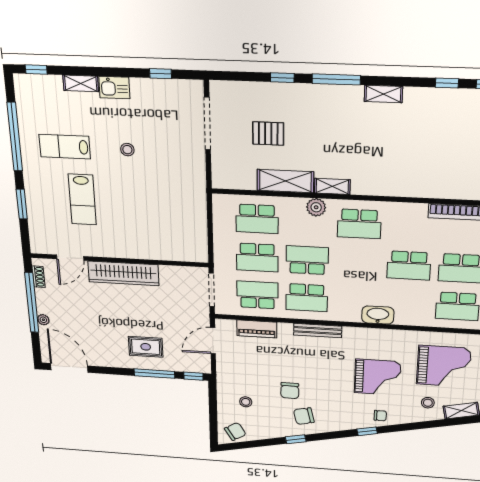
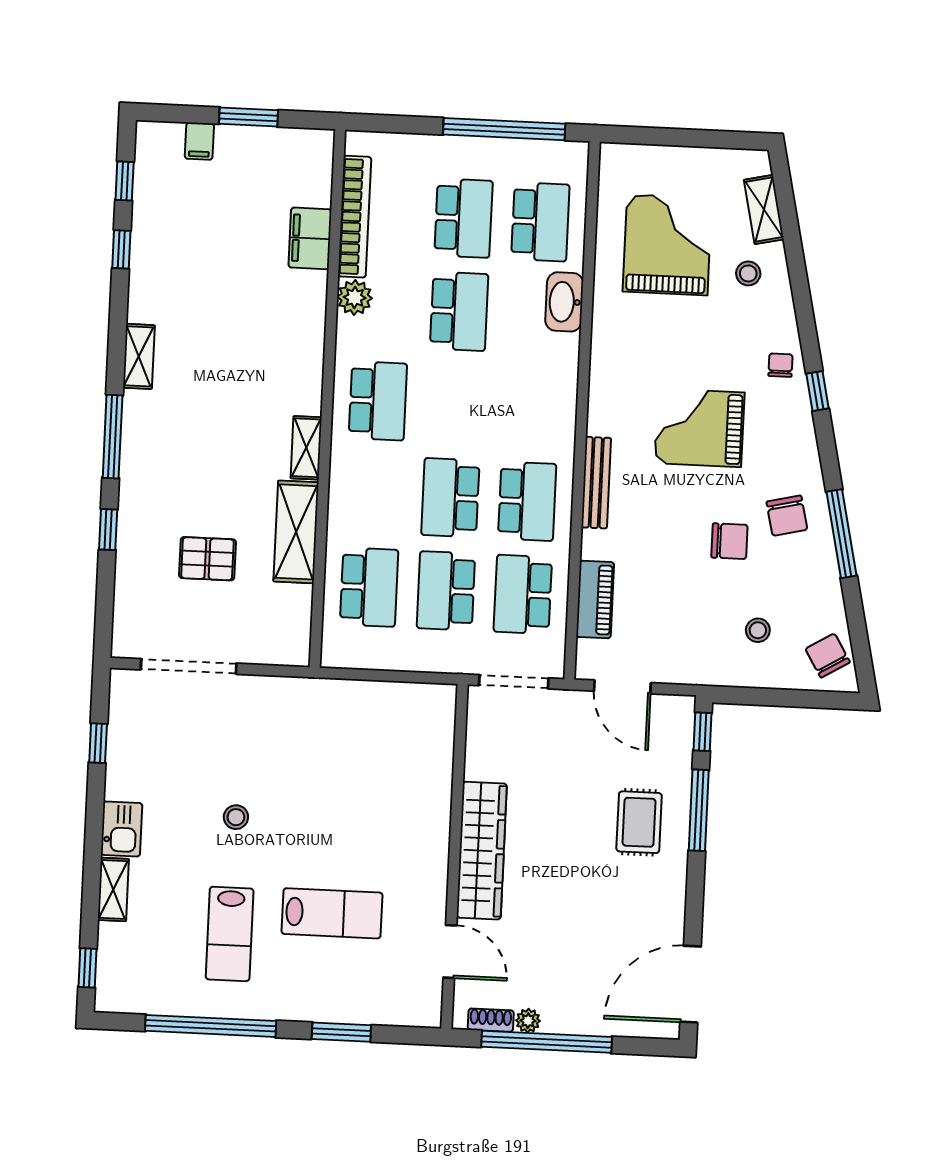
pallet: (268, 133) -> (207, 559), turned 90
filing cabinet: (451, 188) -> (310, 238), added
plant: (316, 207) -> (355, 298), moved
school desk: (257, 257) -> (446, 591), turned 180
washbasin: (378, 315) -> (564, 302), moved
plant: (43, 320) -> (528, 1021), moved
grand piano: (377, 377) -> (699, 428), moved, turned -90
window: (296, 439) -> (841, 534), width x2.17

